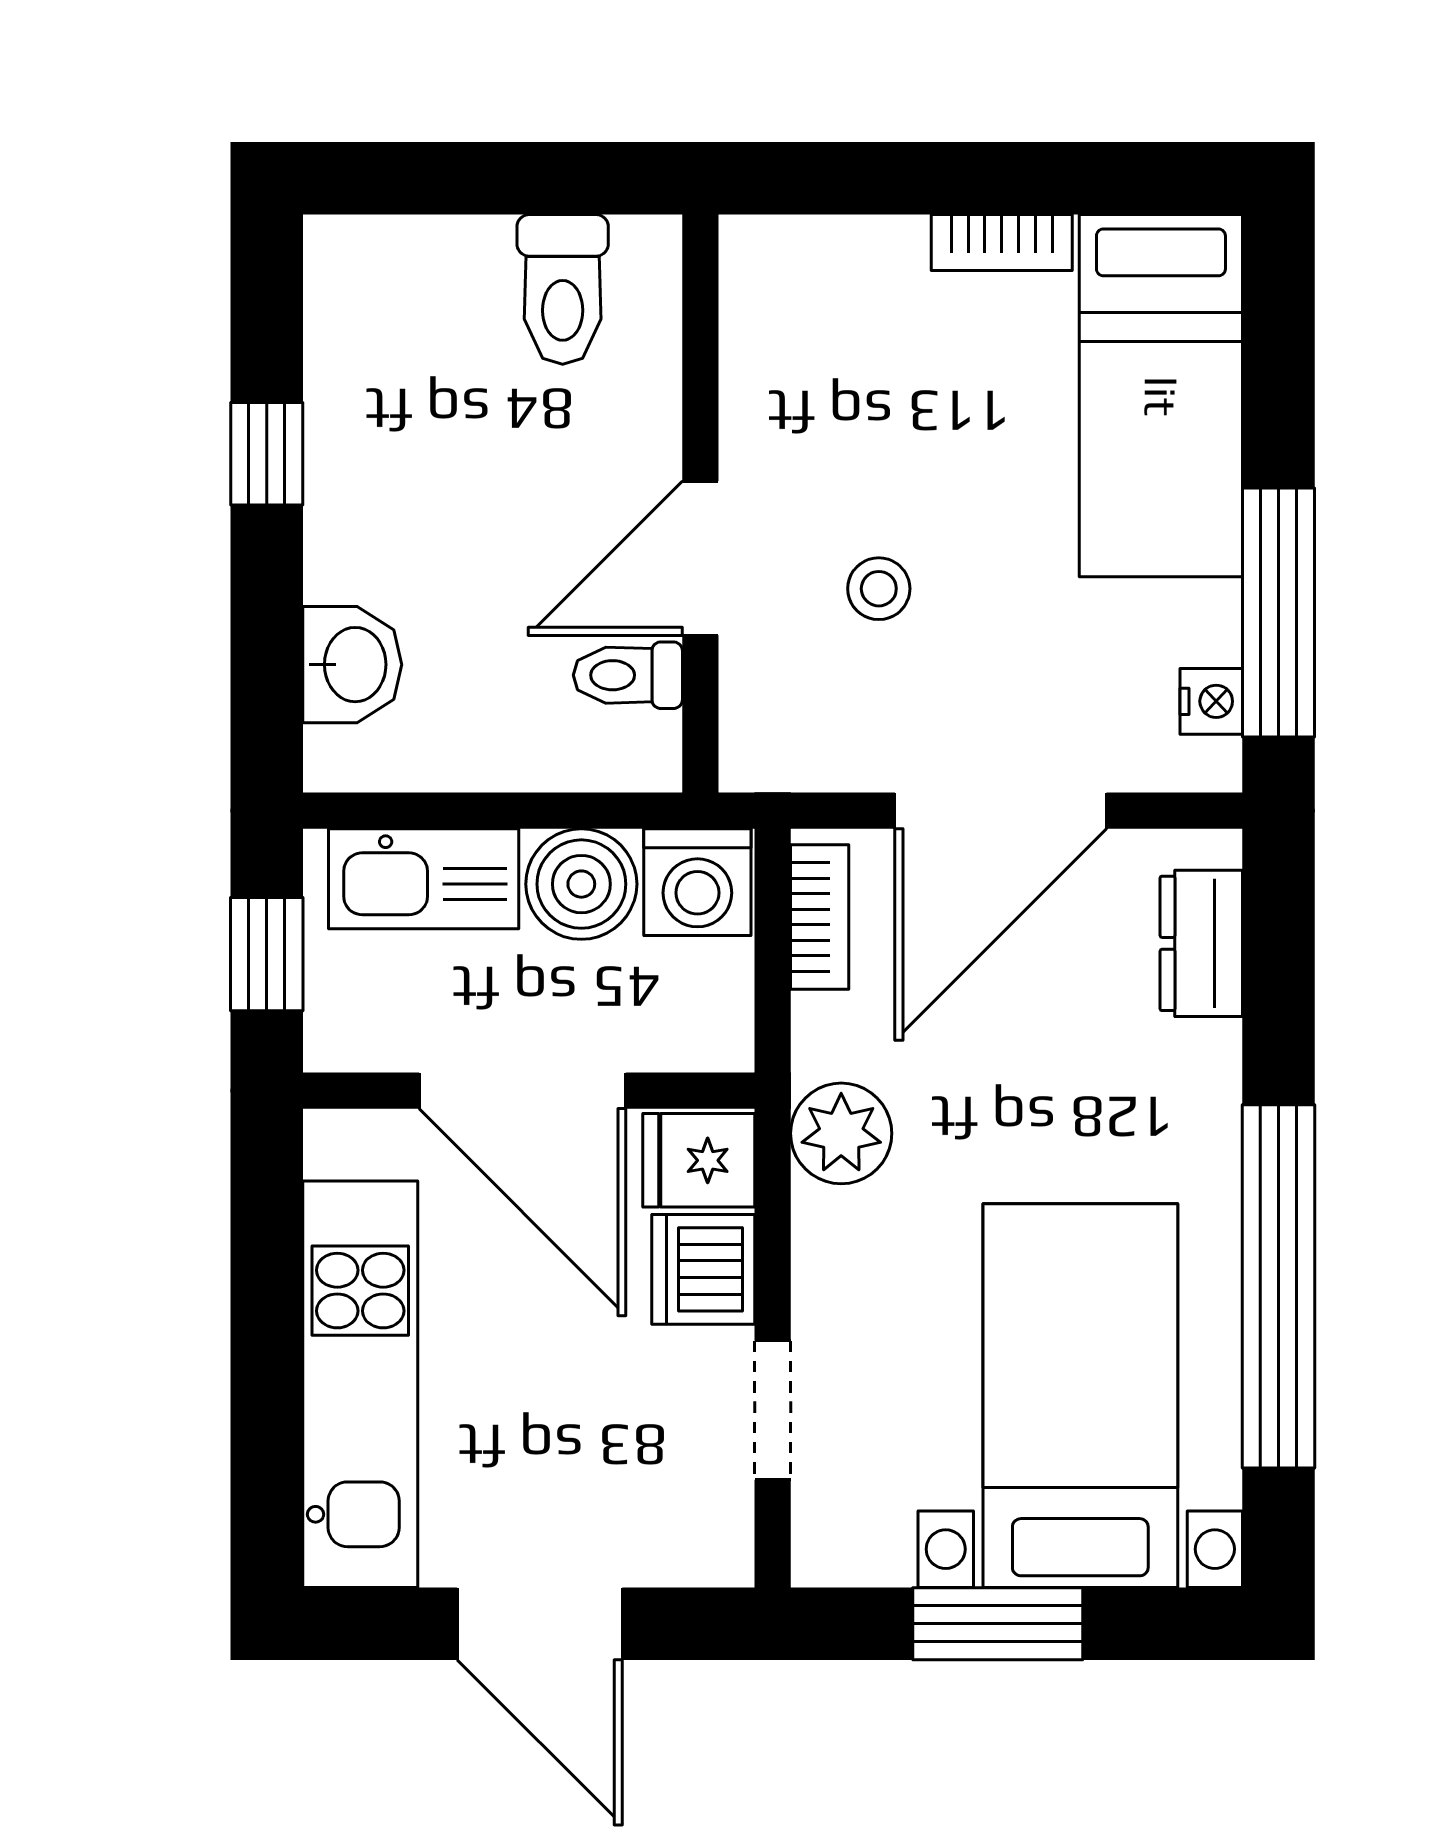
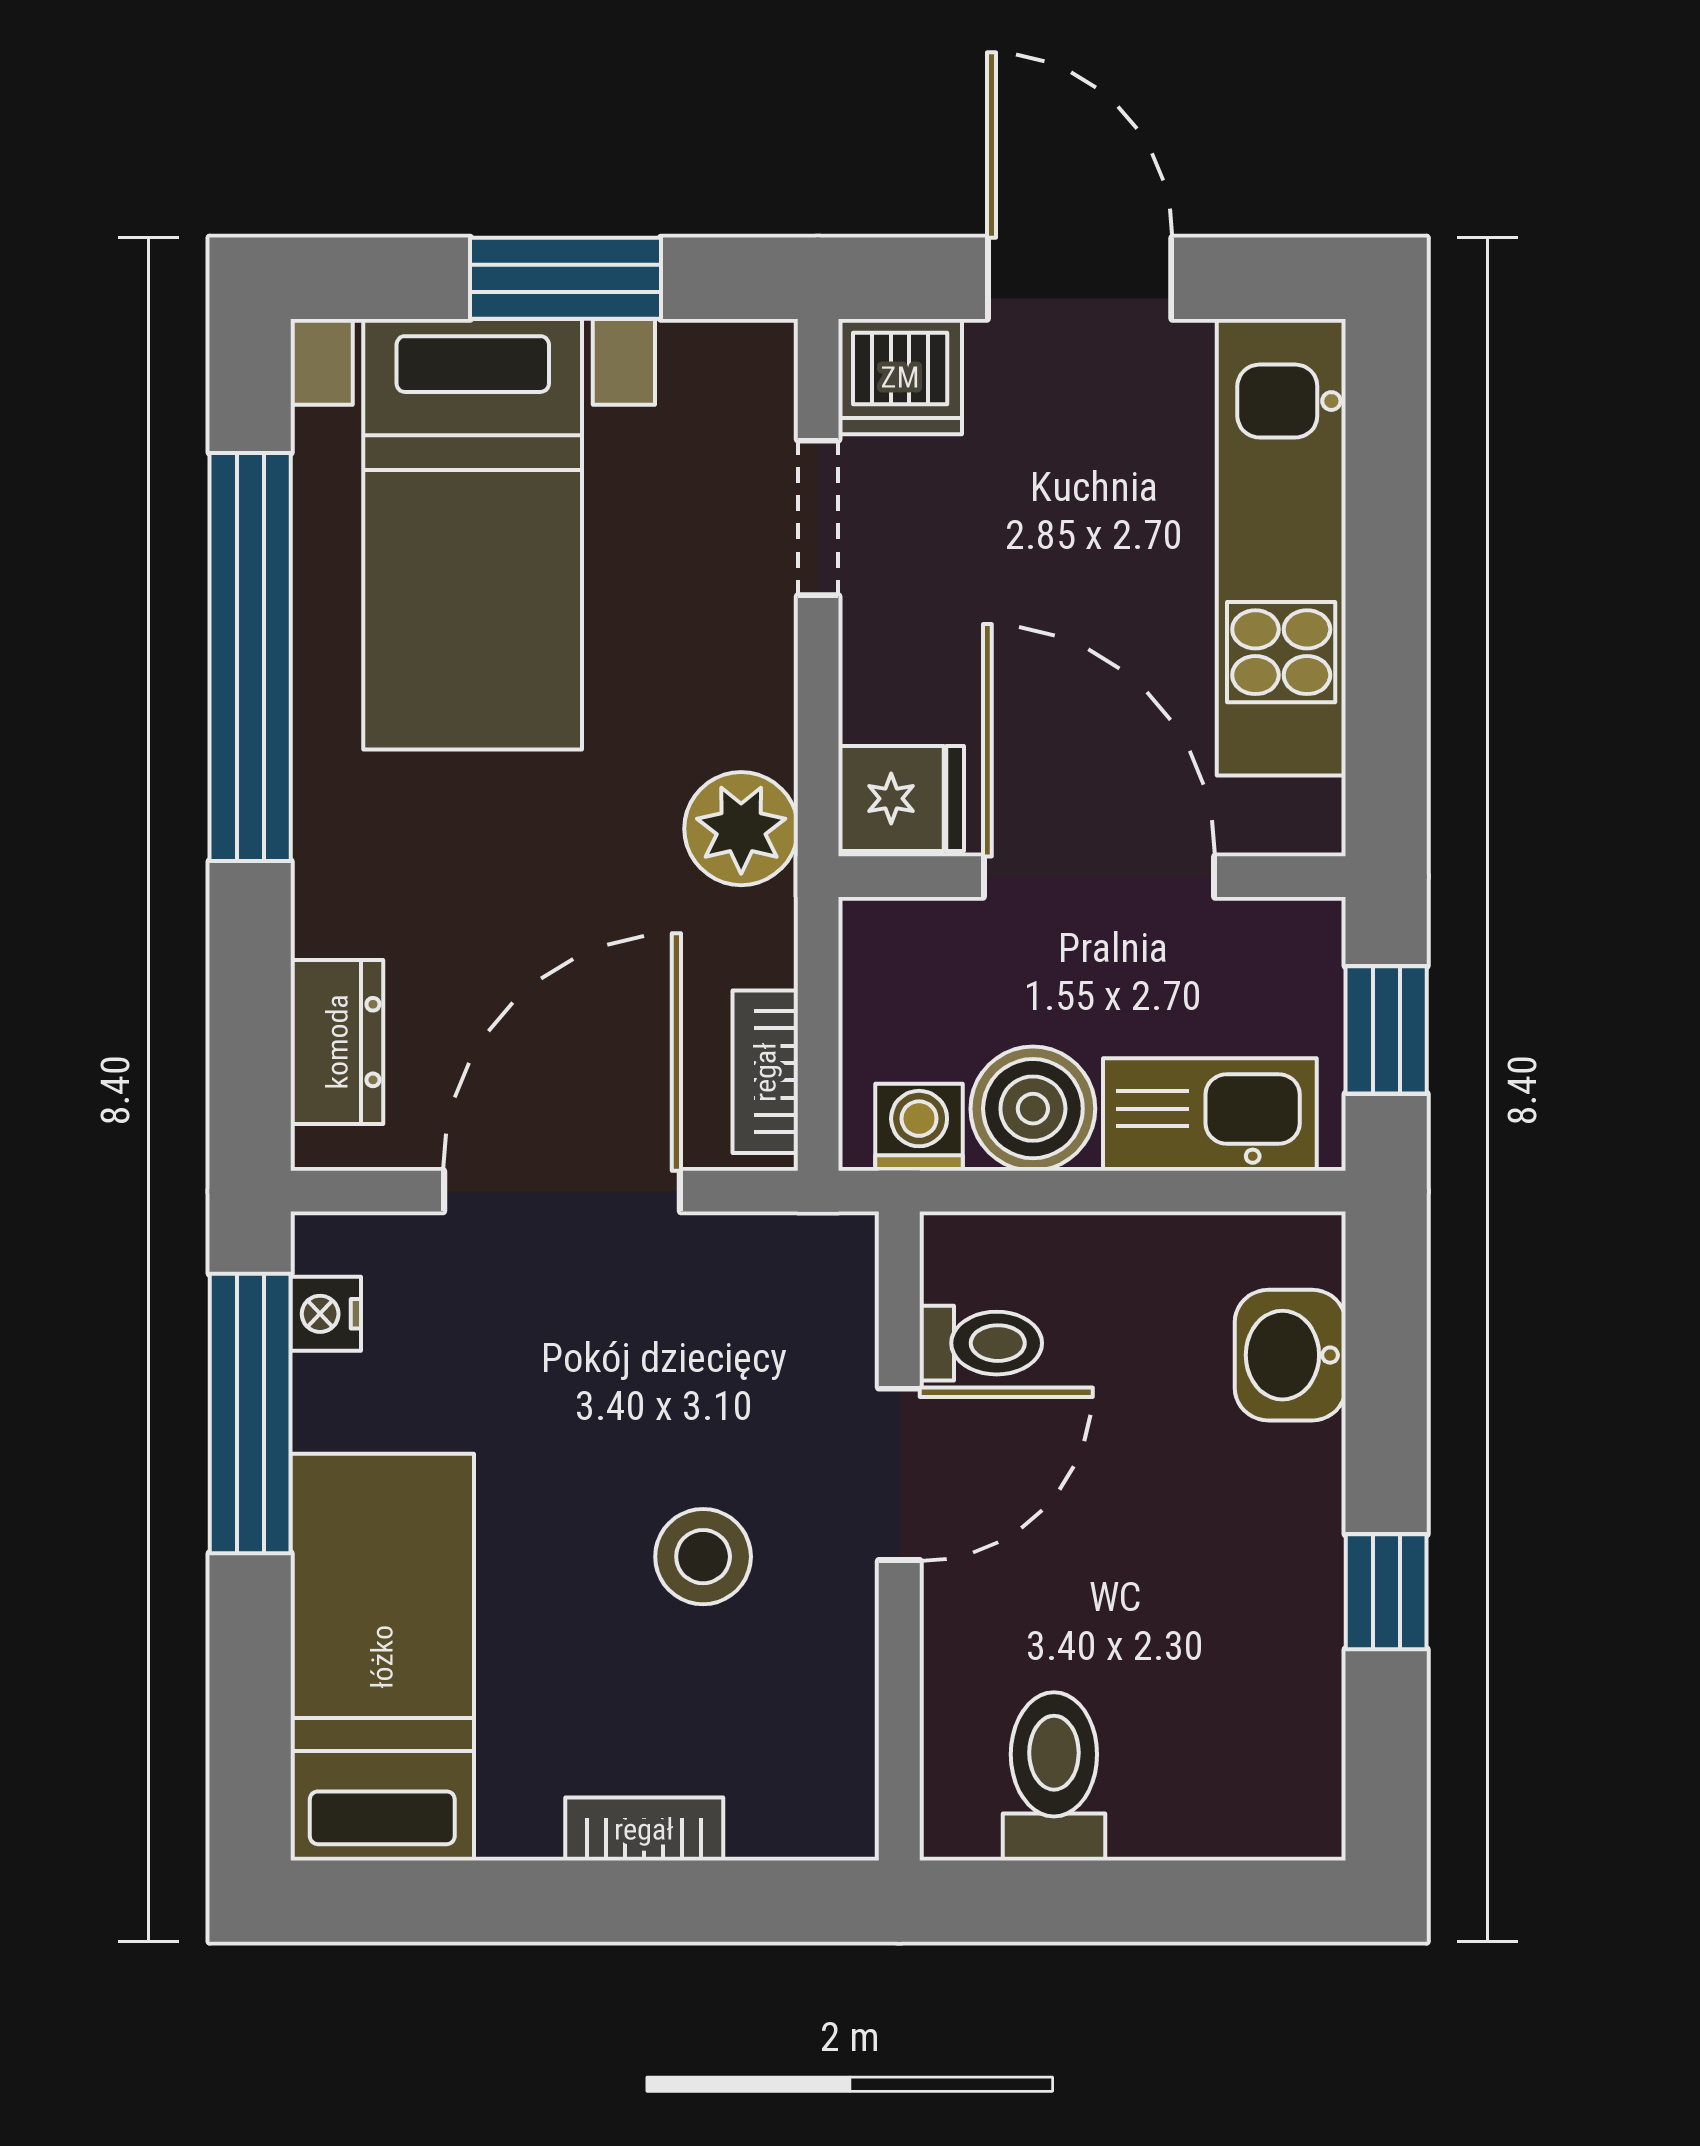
bookcase: (1002, 242) -> (644, 1829), moved
stool: (879, 589) -> (703, 1557), moved, width x1.37, depth x1.37
washing machine: (697, 882) -> (919, 1127), width x0.73, depth x0.73
dishwasher: (703, 1269) -> (900, 377), moved, turned 90

